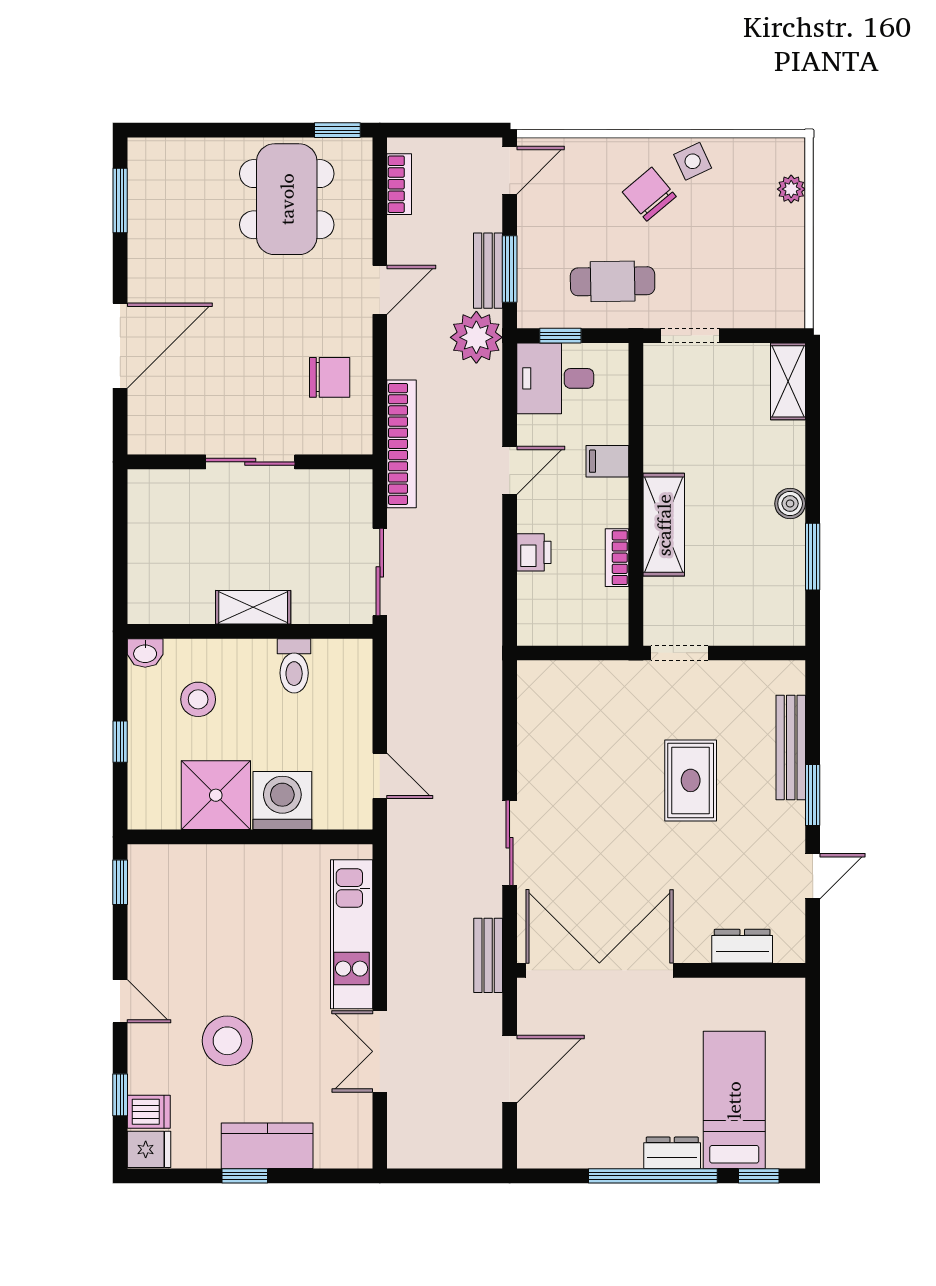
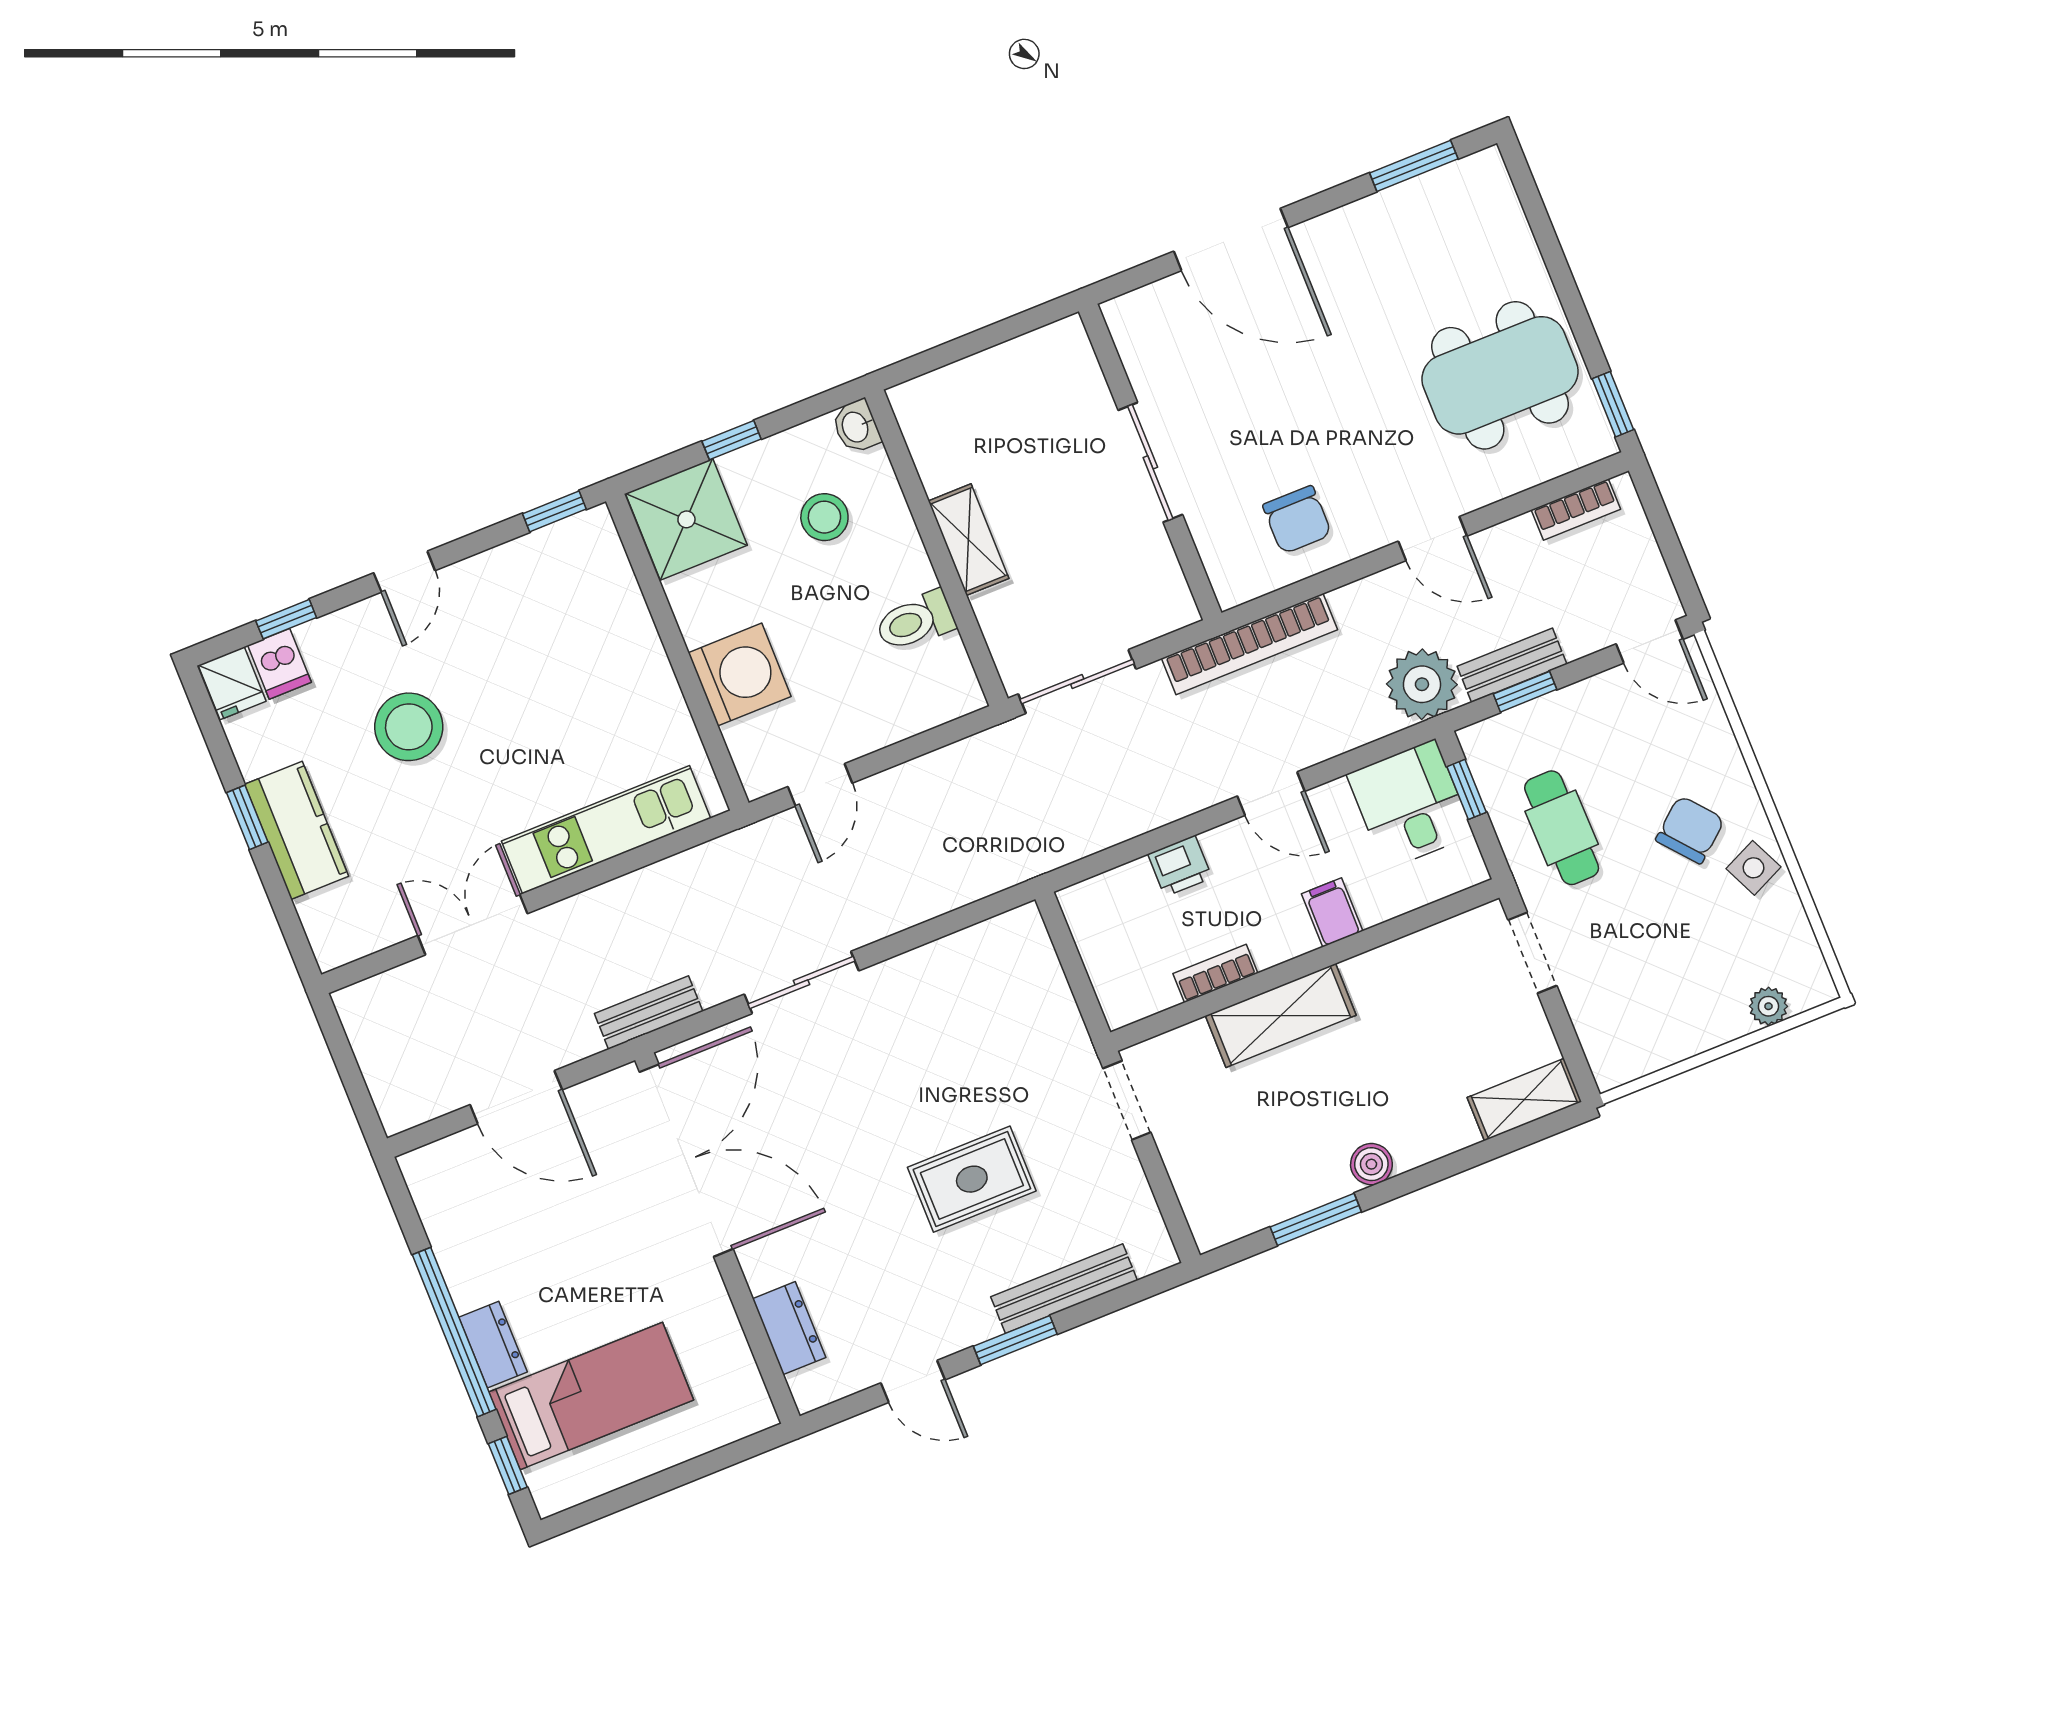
window: (510, 269) -> (1525, 692), width x0.67
shower: (216, 795) -> (686, 519), moved

